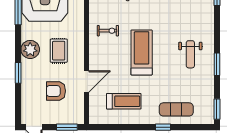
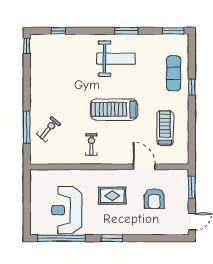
plant: (30, 49) -> (111, 225), removed
weight bench: (190, 54) -> (116, 59), width x1.36, depth x1.33
window: (18, 73) -> (112, 238), moved

